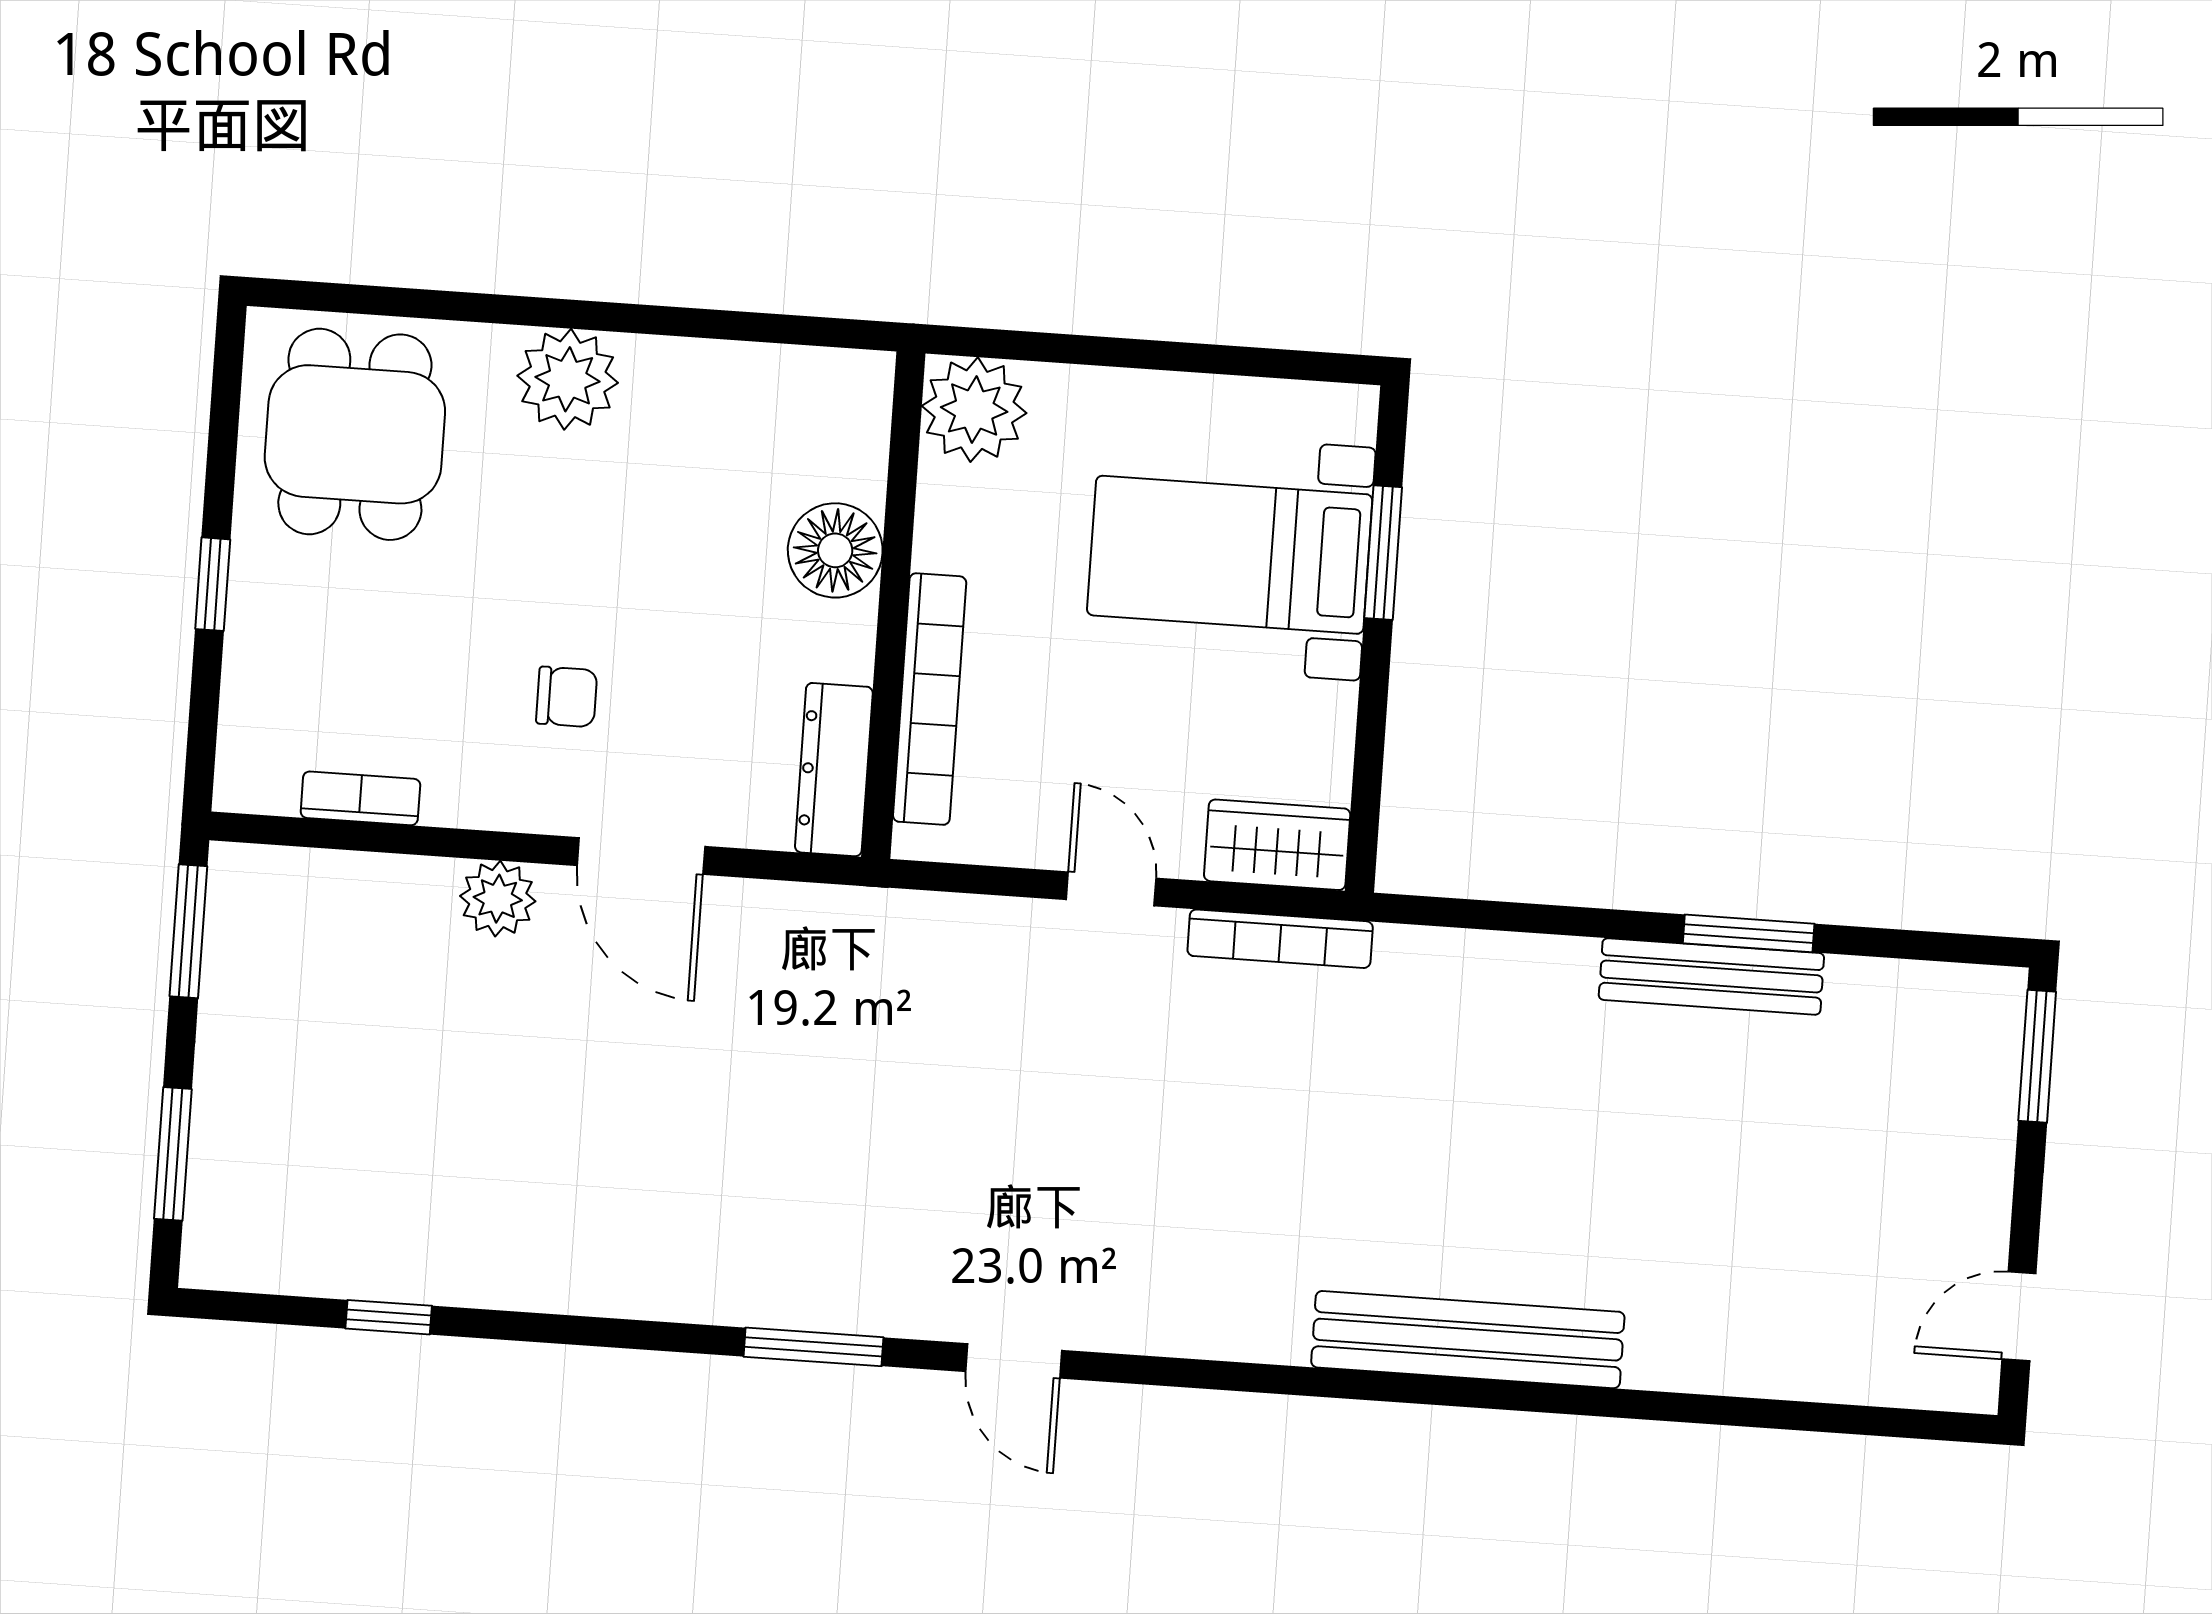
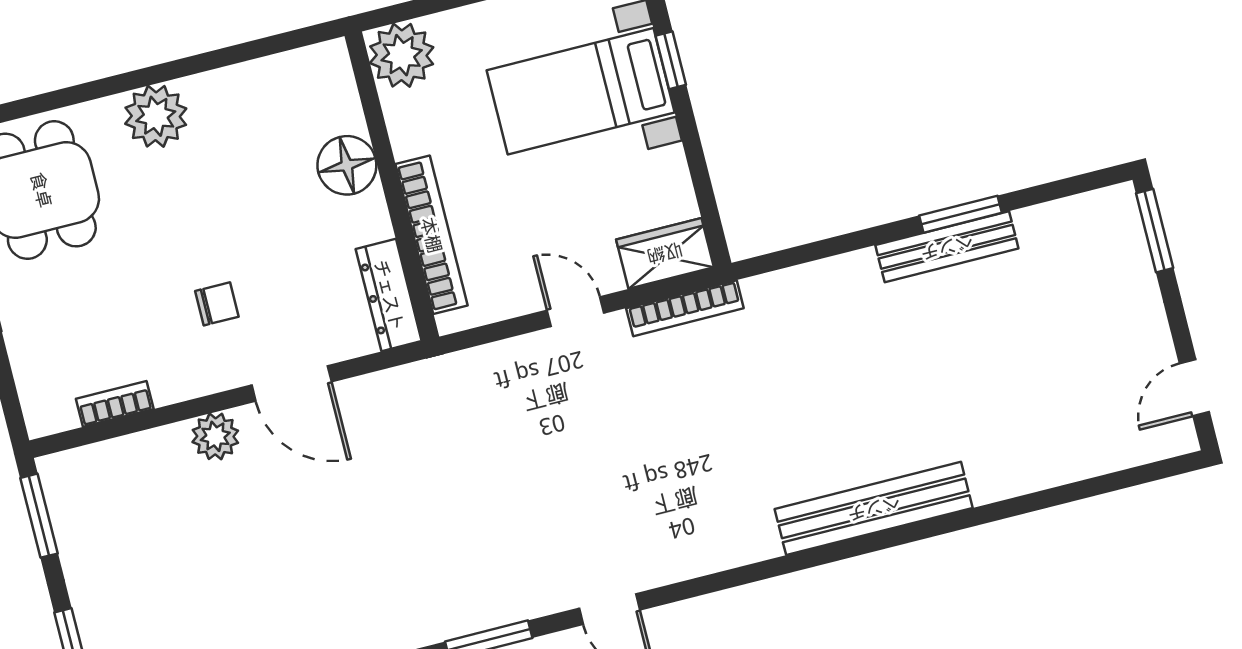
window: (1383, 553) -> (671, 60), width x0.67

